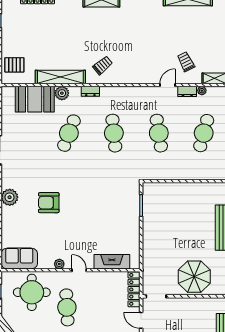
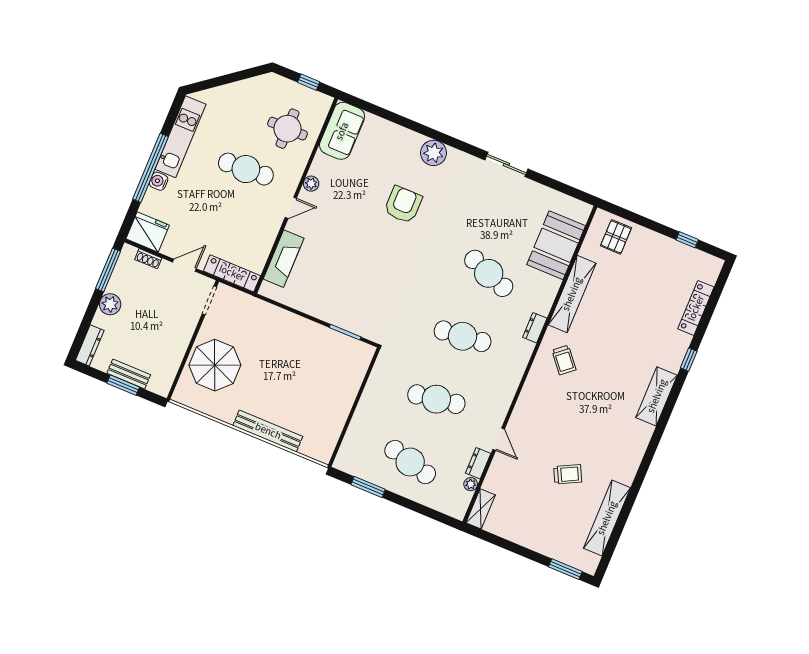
trolley: (186, 62) -> (568, 474), moved
plant: (62, 93) -> (549, 287), removed
round table: (32, 292) -> (287, 129), width x0.73, depth x0.73

